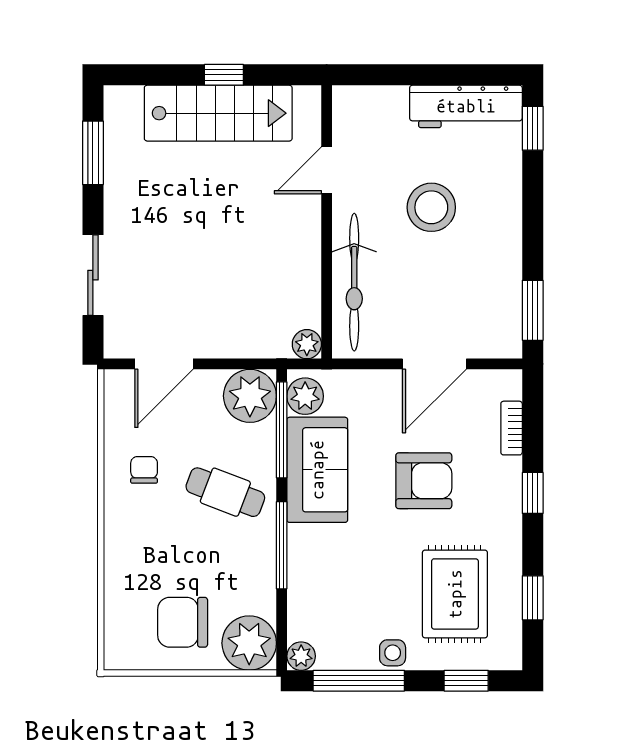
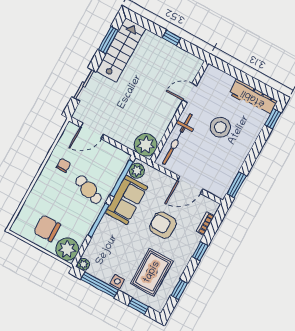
stairs: (218, 113) -> (121, 50), moved, turned -90
plant: (307, 344) -> (146, 145), width x1.87, depth x1.87
plant: (250, 396) -> (117, 160), removed
armchair: (424, 481) -> (163, 225), turned 180

